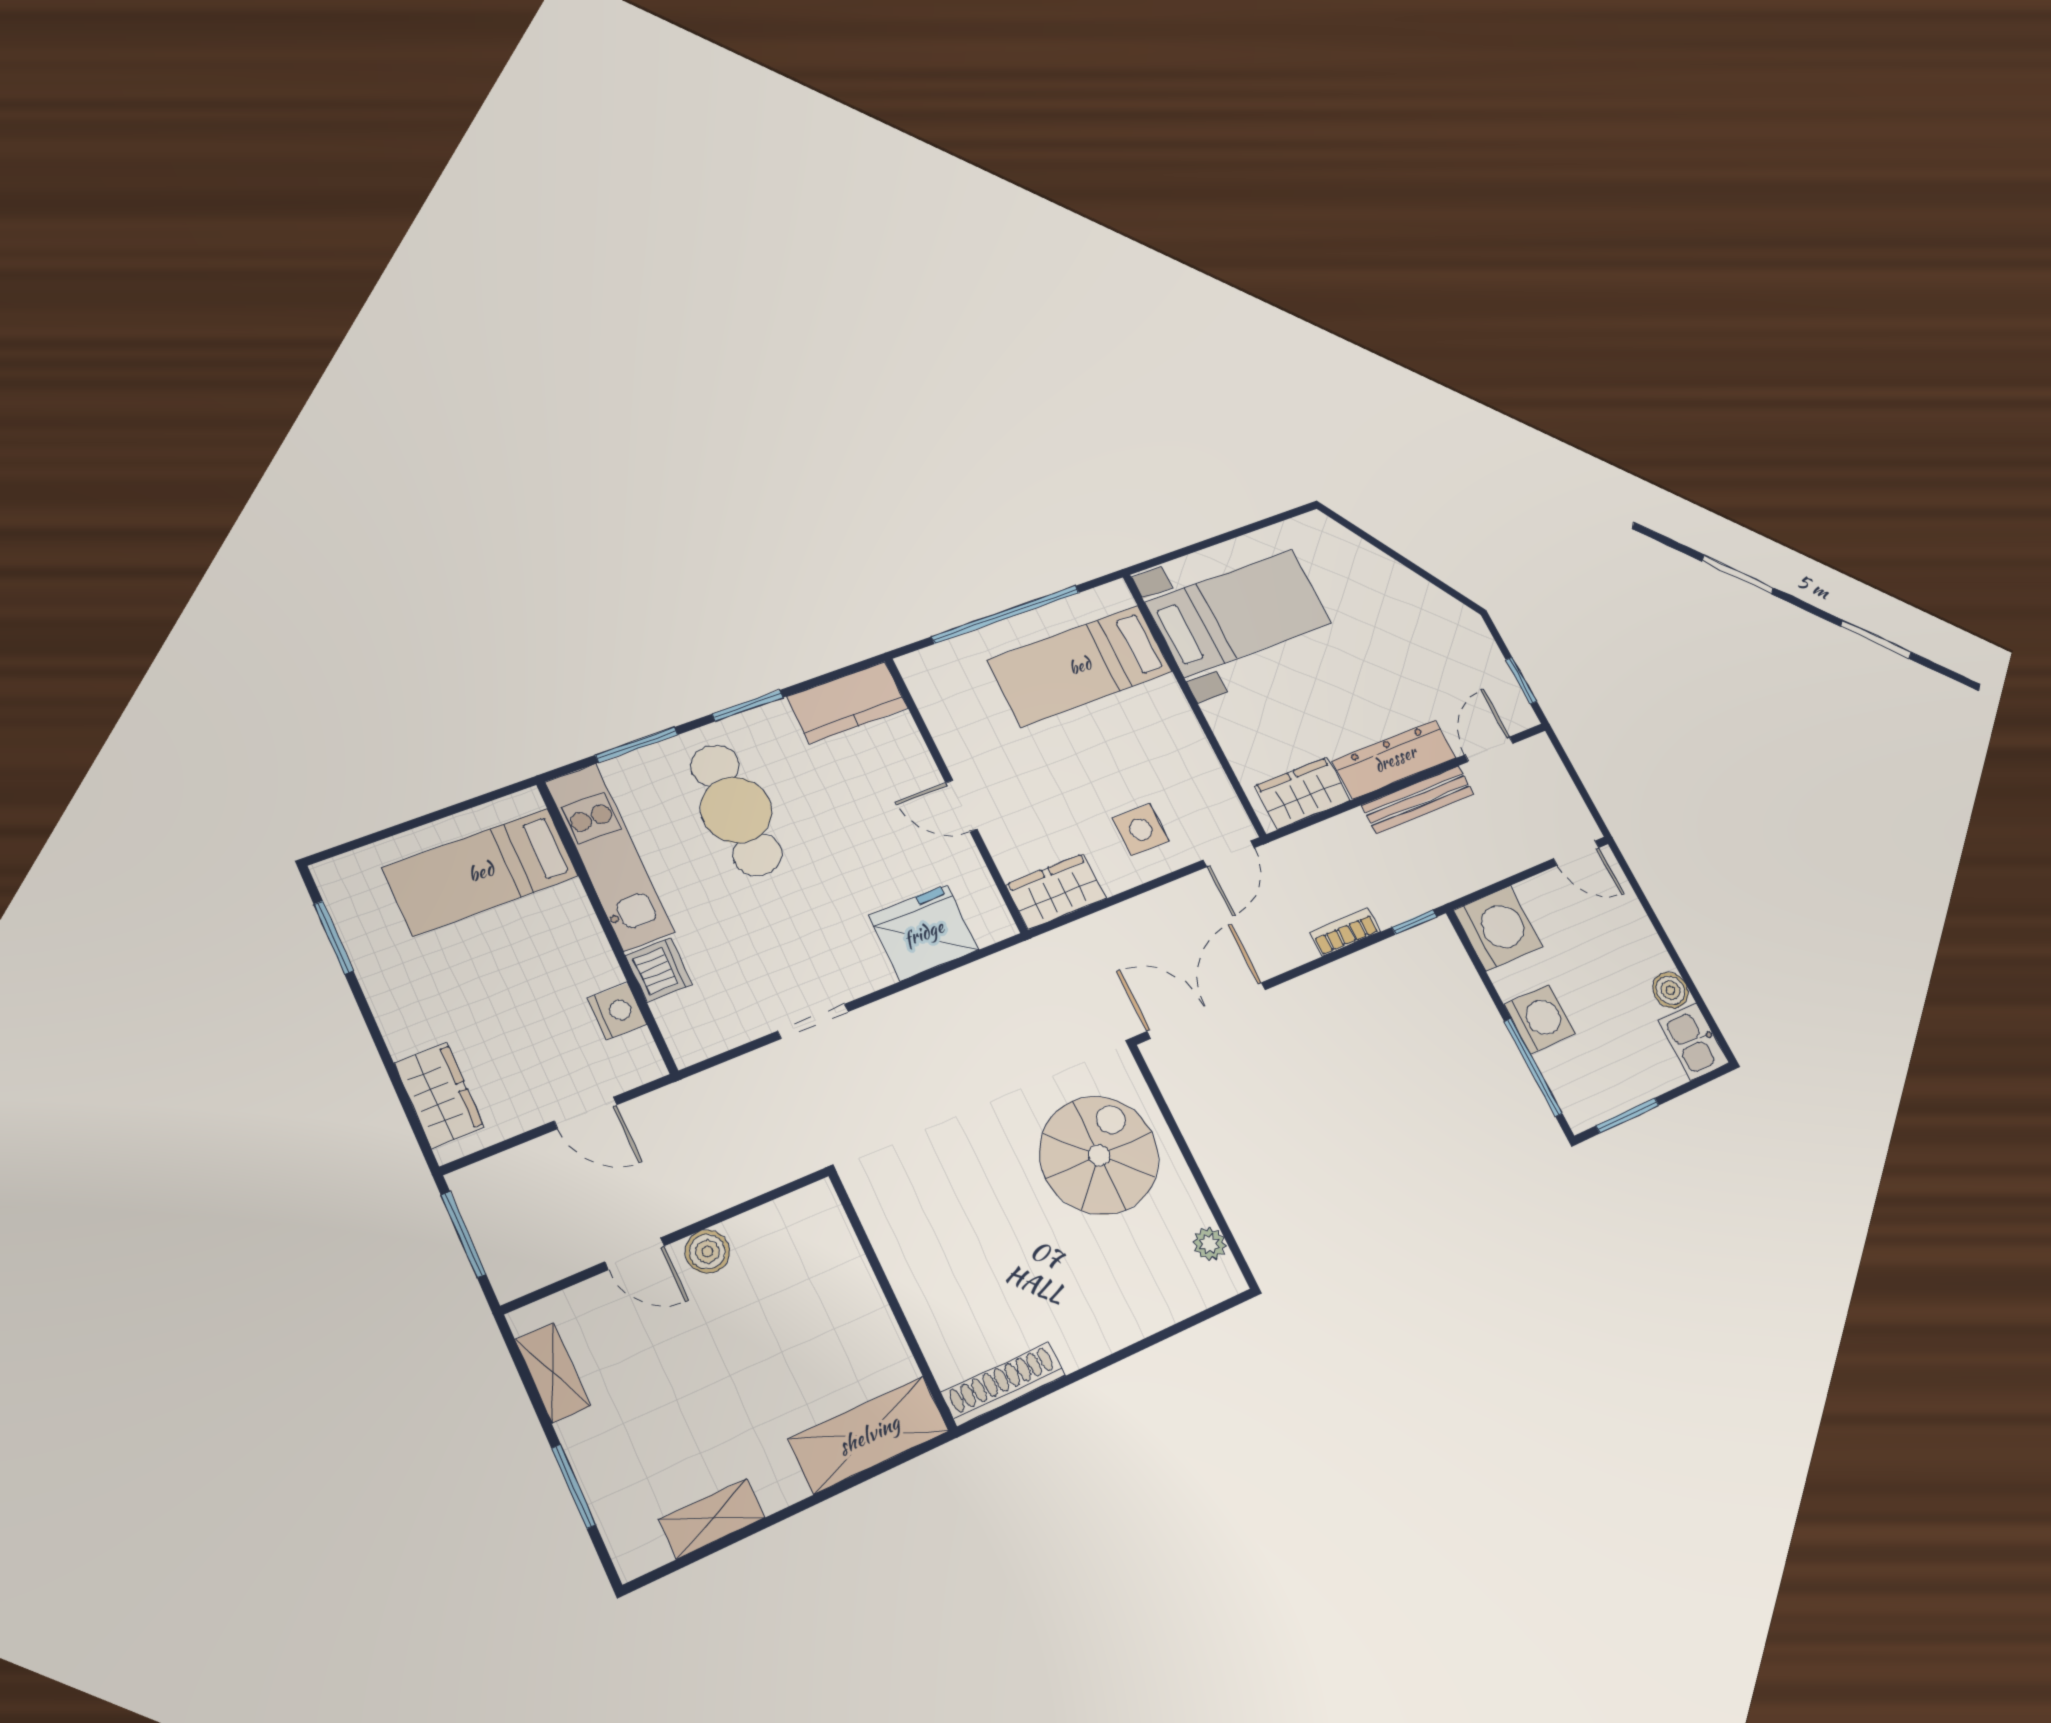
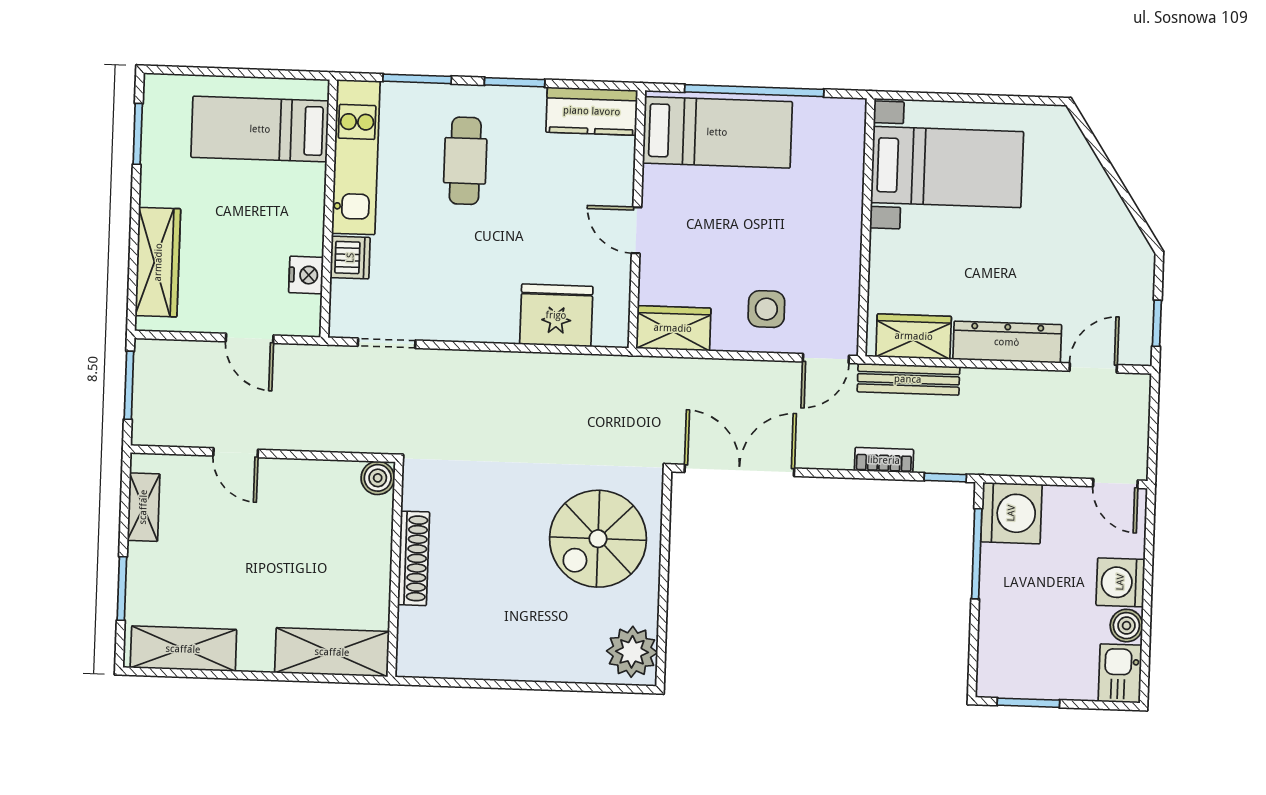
bed: (1080, 666) -> (717, 132), moved, turned 180
bench: (1418, 800) -> (908, 379), moved
cafe table: (736, 810) -> (465, 161), width x0.73, depth x0.74
washing machine: (1540, 1019) -> (1120, 582), moved, turned 180
doorway: (813, 1021) -> (387, 343), moved
window: (1533, 1067) -> (977, 554), moved
wardrobe: (439, 1095) -> (158, 262), width x1.50
spiral stairs: (1099, 1155) -> (598, 539), turned 180
plant: (1209, 1244) -> (632, 652), width x1.87, depth x1.87
boiler: (707, 1252) -> (378, 478), moved
shoe rack: (1003, 1384) -> (414, 558), moved, turned 90
shelving: (712, 1518) -> (183, 649), width x1.50, depth x1.33

